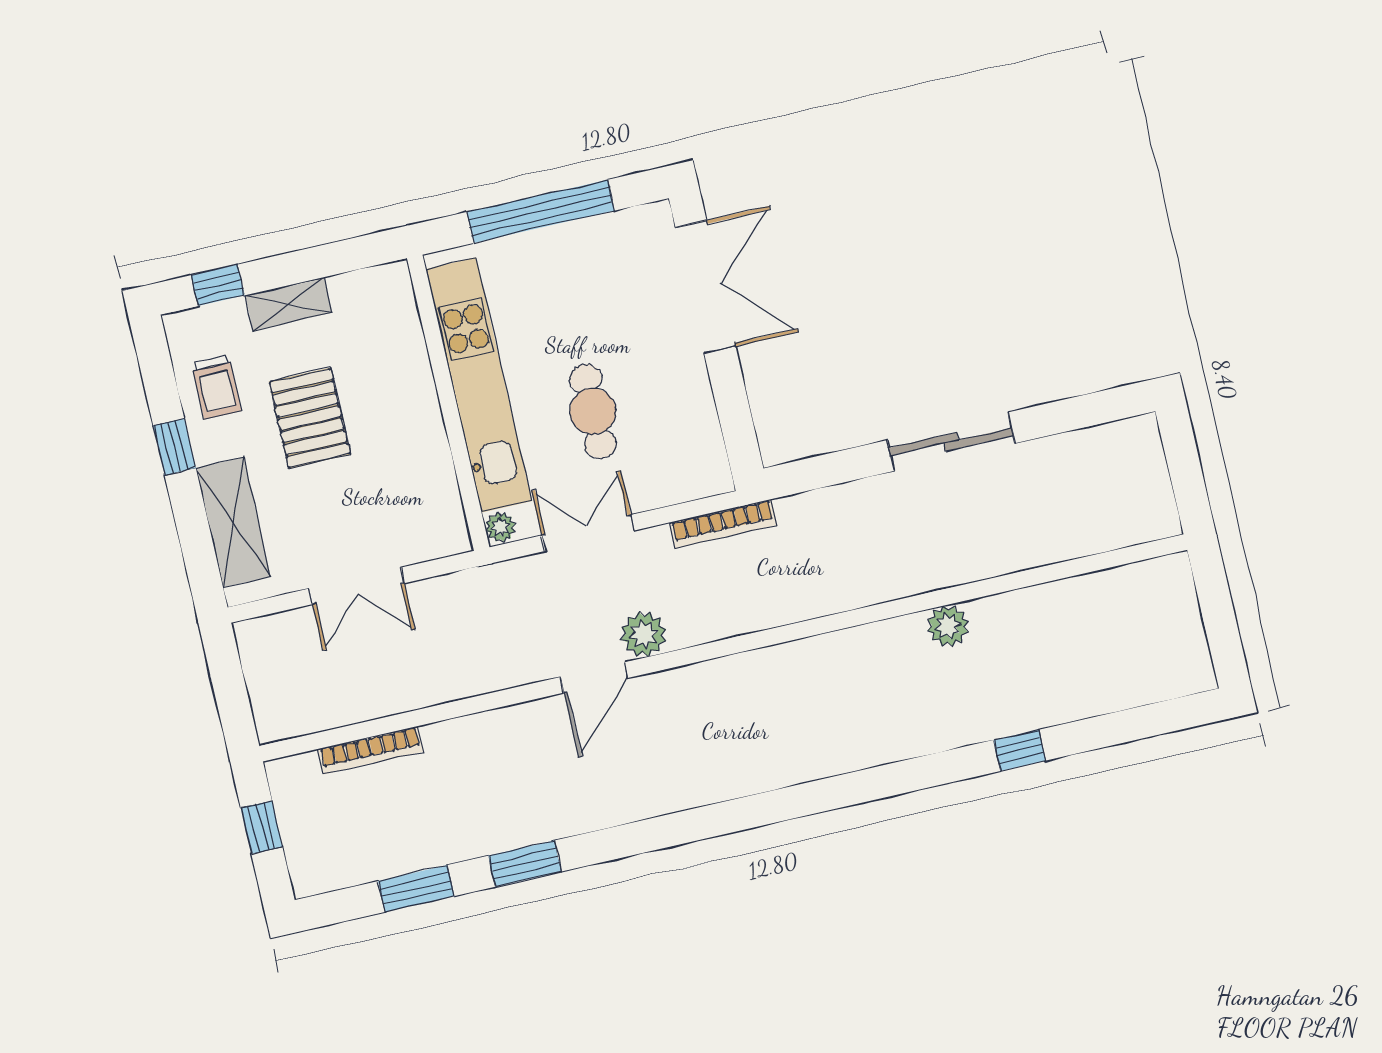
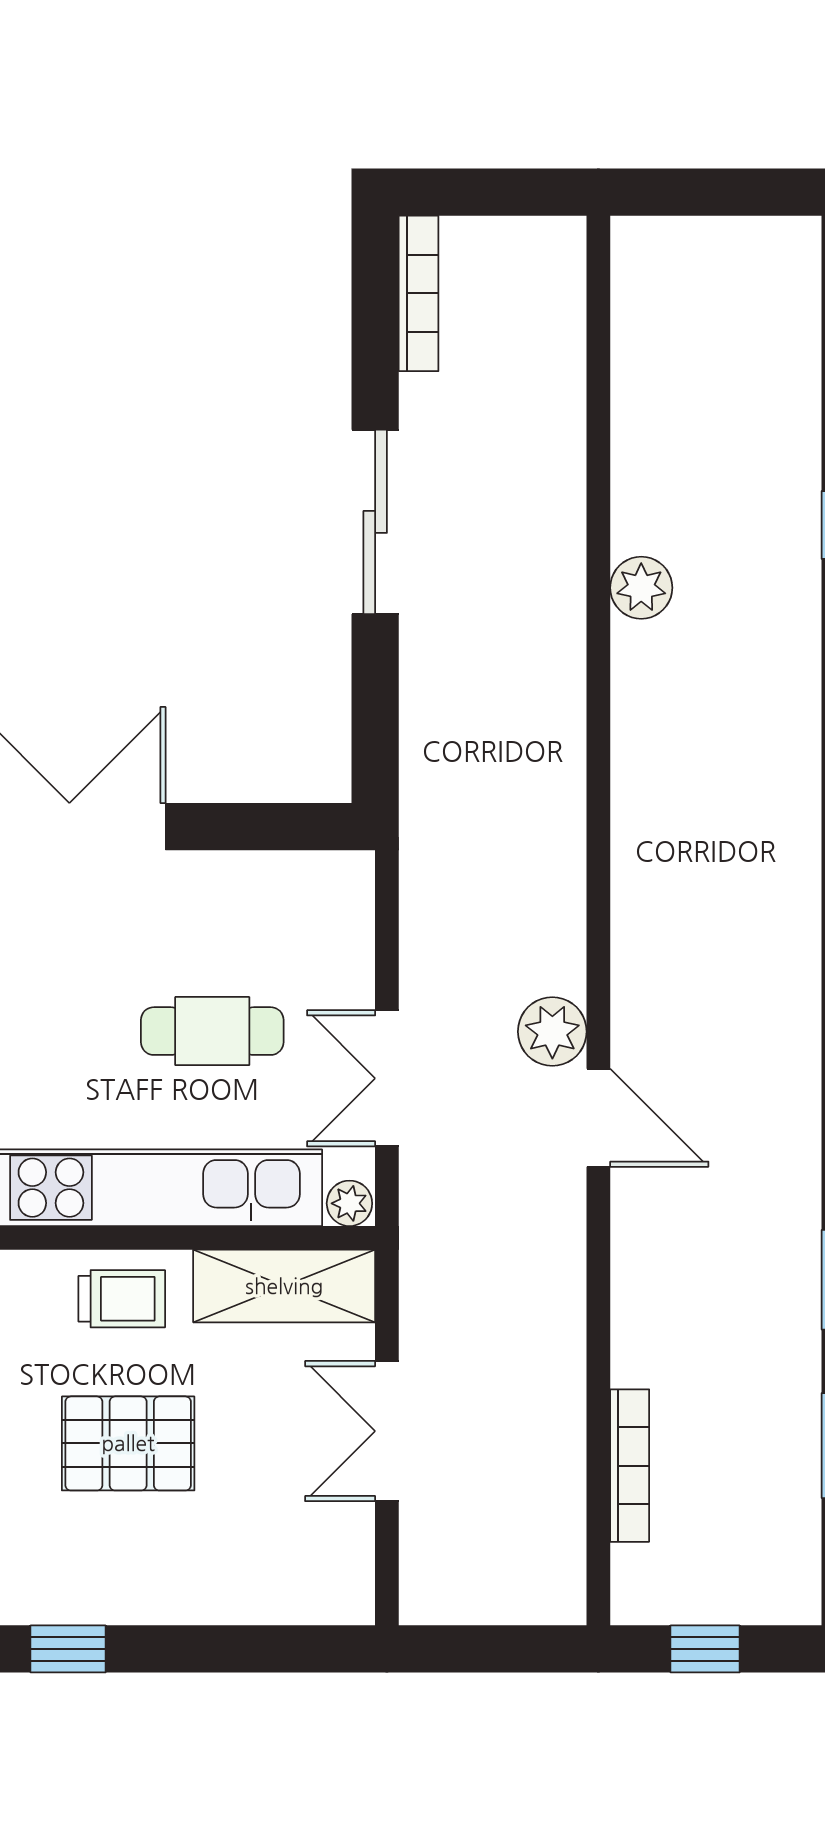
trolley: (216, 387) -> (122, 1299), moved
window: (174, 447) -> (68, 1649), moved
shelving: (233, 522) -> (284, 1286), moved
bookcase: (723, 524) -> (419, 293), moved
double door: (357, 586) -> (387, 1431), swing flipped

